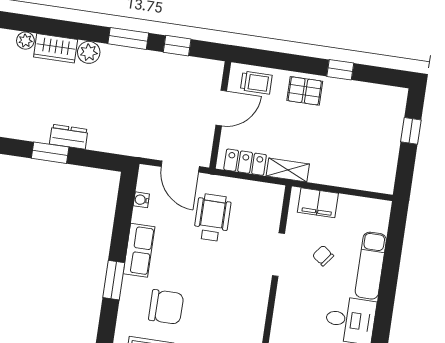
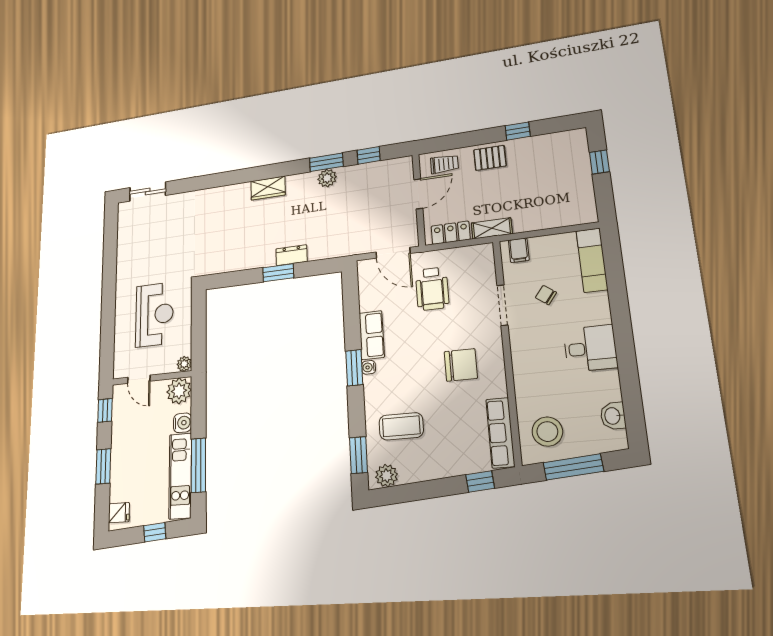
plant: (25, 41) -> (243, 190), removed
plant: (89, 52) -> (327, 178), moved
water cooler: (141, 200) -> (369, 367), moved
filing cabinet: (318, 203) -> (519, 250), width x0.50
wheelchair: (212, 218) -> (432, 289), turned 180
exam couch: (371, 266) -> (592, 260), moved
chair: (166, 307) -> (461, 365), moved

